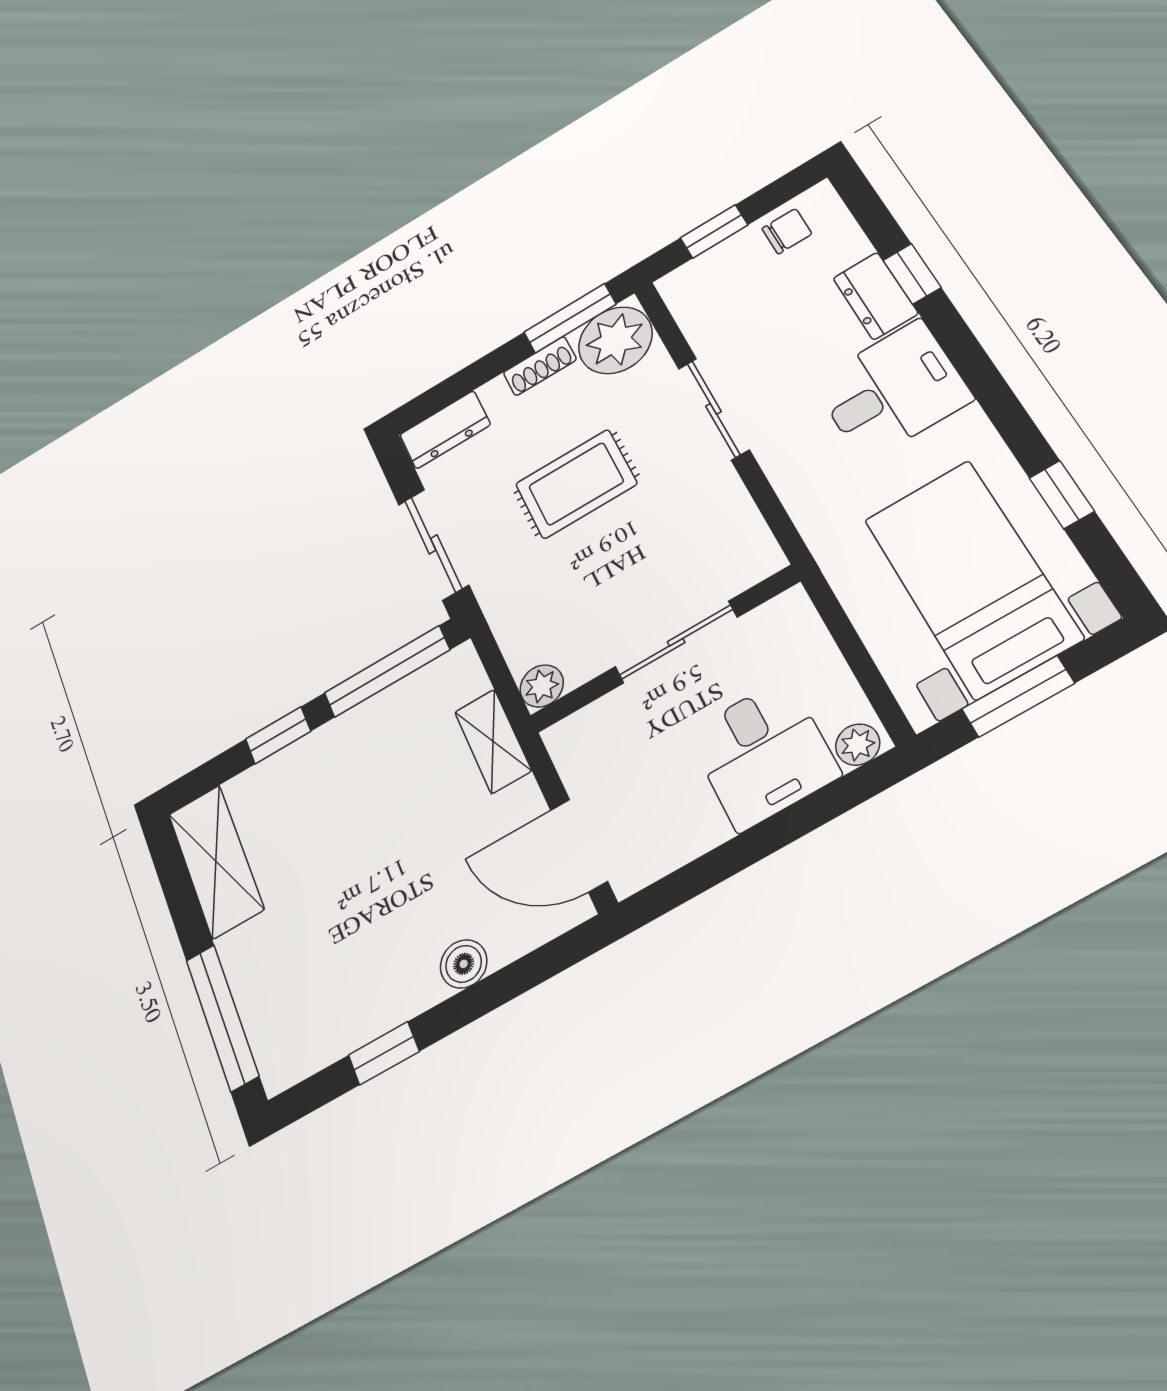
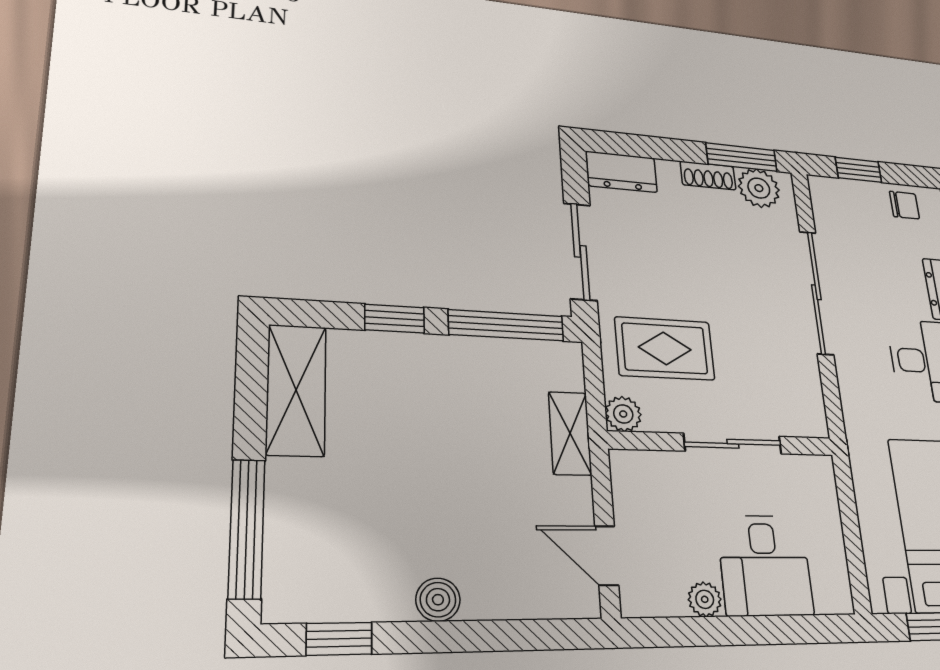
plant: (615, 340) -> (759, 188), width x0.73, depth x0.73
sliding door: (714, 409) -> (816, 292), width x1.37
rug: (576, 484) -> (665, 348), moved
plant: (858, 745) -> (705, 599), moved
door: (579, 845) -> (607, 556), width x0.73
boiler: (464, 964) -> (438, 600), moved
window: (384, 1053) -> (339, 639), moved

